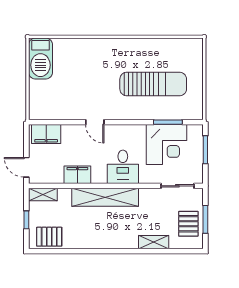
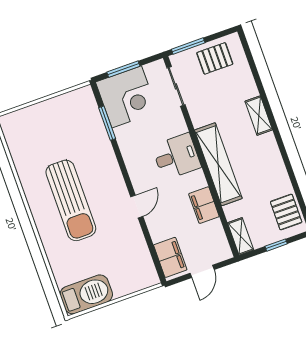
sun lounger: (153, 84) -> (71, 200), moved, turned 180
corner desk: (166, 145) -> (127, 97), moved, turned 90
door: (26, 167) -> (202, 271), moved
window: (205, 219) -> (188, 46), moved
shelving: (154, 242) -> (259, 116), moved

